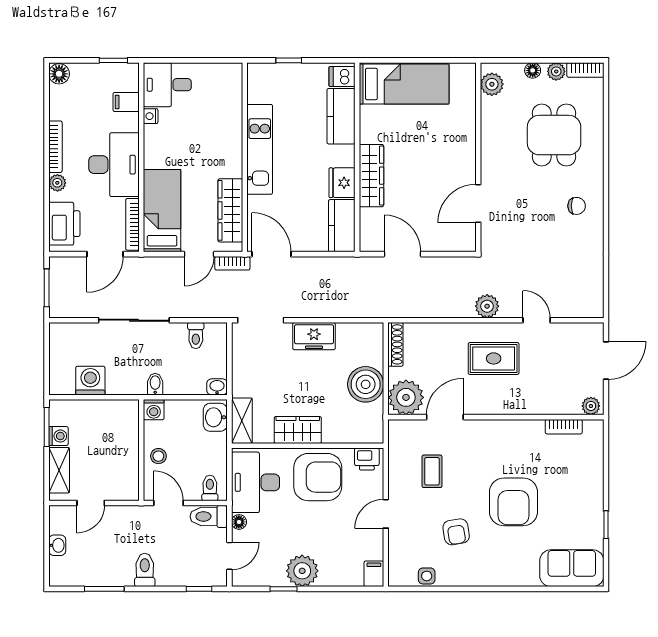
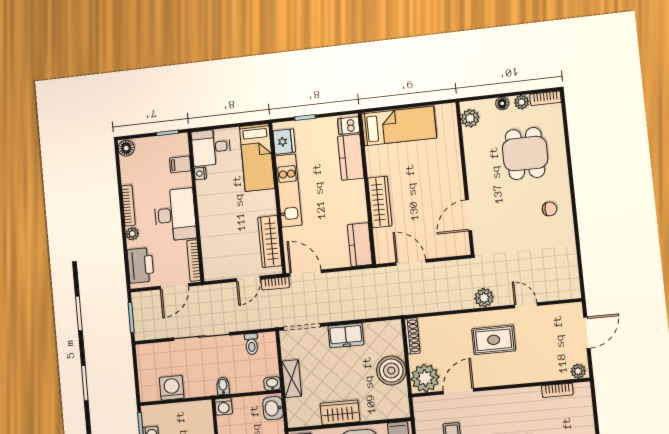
fridge: (342, 183) -> (284, 142), moved, turned 180
bed: (162, 211) -> (257, 157), moved, turned 180
shelving: (242, 421) -> (292, 379), moved

